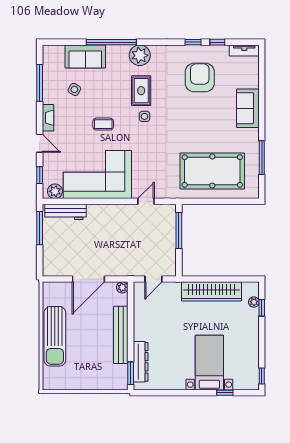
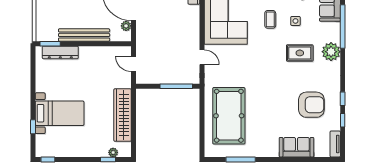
sofa: (248, 108) -> (296, 147), moved
side table: (145, 116) -> (295, 21), moved
plant: (122, 287) -> (126, 26), moved

